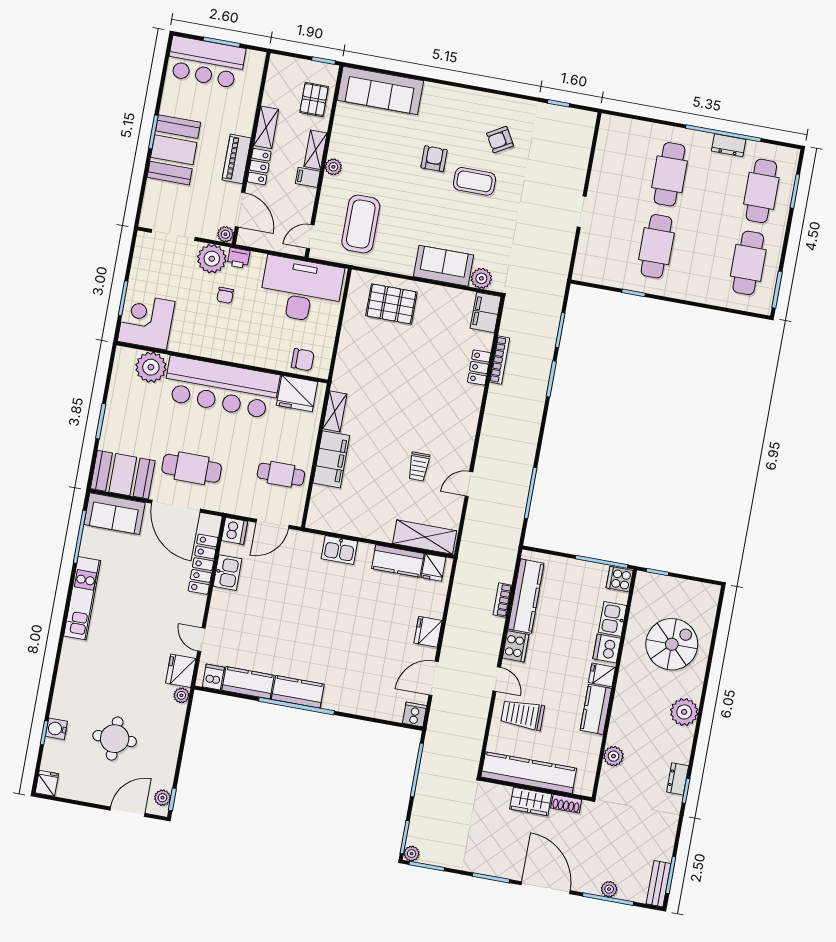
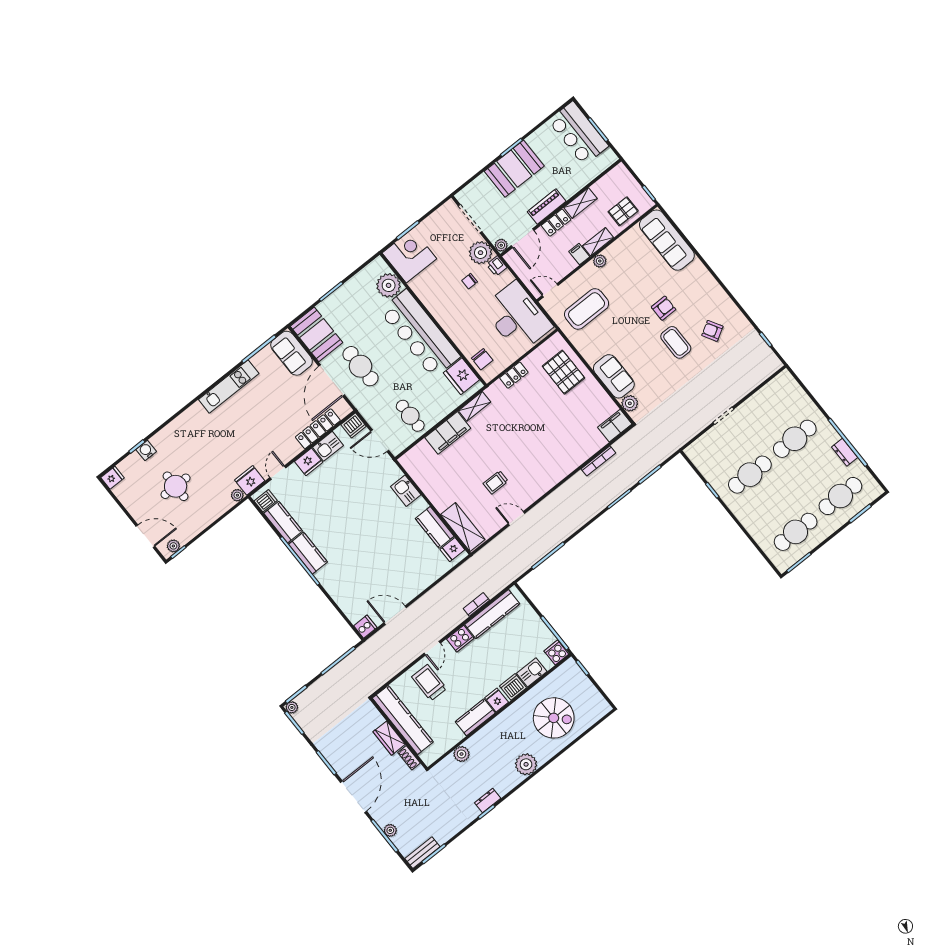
locker: (479, 368) -> (514, 375), moved, turned 180
fridge: (428, 632) -> (309, 462), moved, turned 180

